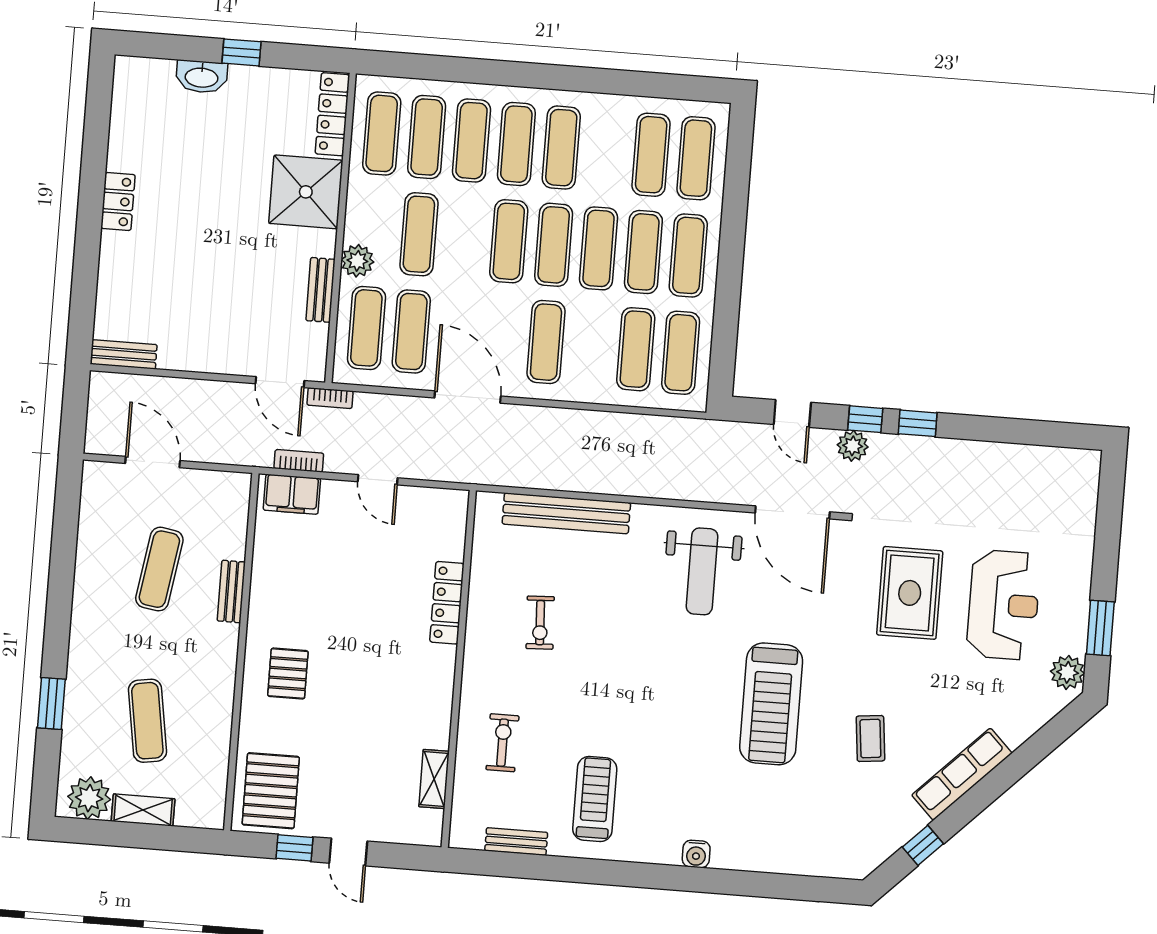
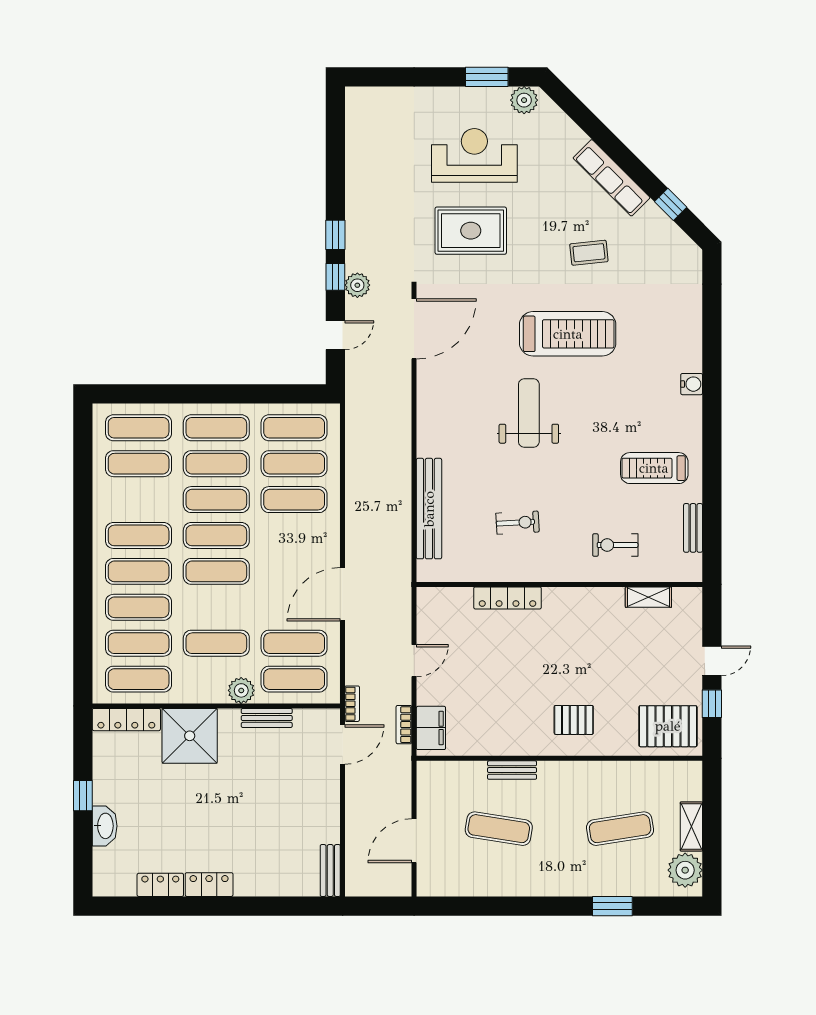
locker: (122, 140) -> (160, 885), added
exercise mat: (546, 342) -> (294, 500), moved
weight bench: (702, 571) -> (529, 413), moved, turned -90

